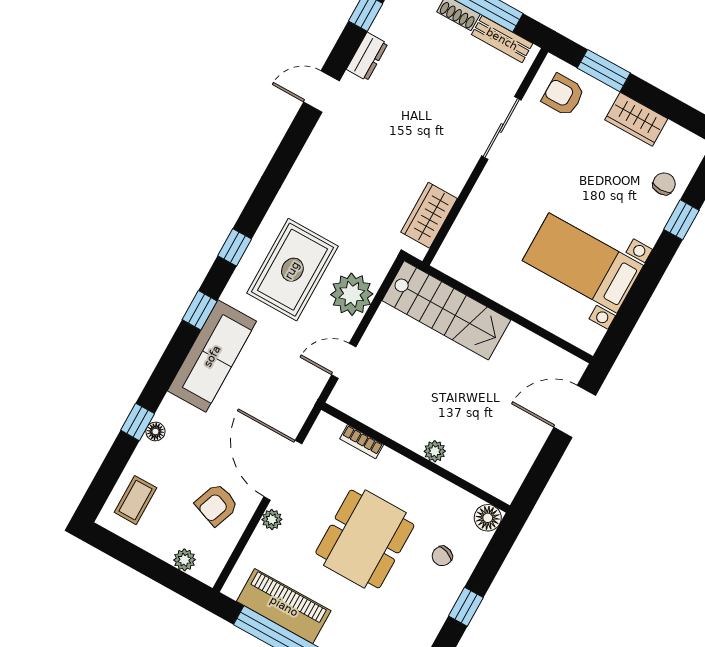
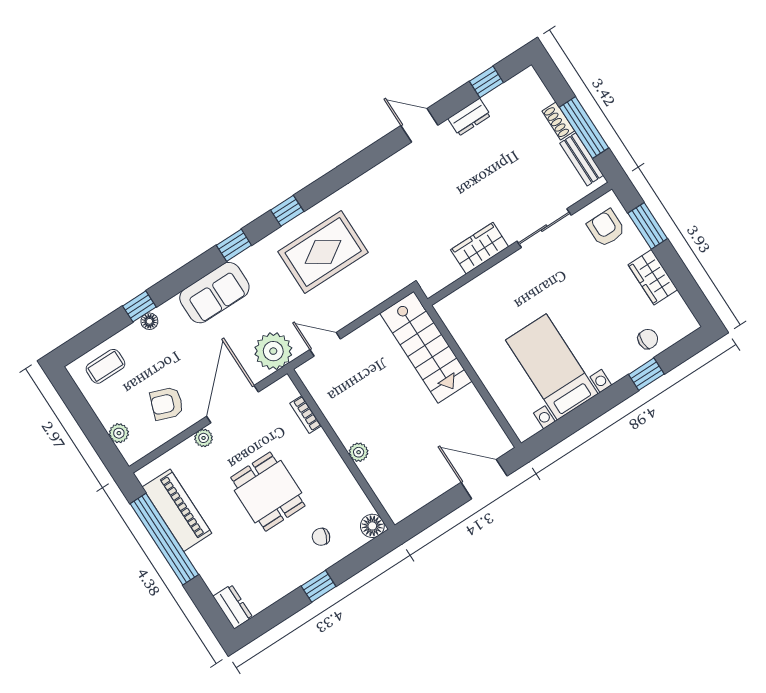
wardrobe: (429, 215) -> (480, 248), moved
plant: (352, 294) -> (273, 351), moved
sofa: (212, 356) -> (214, 293), width x0.73
dining table: (365, 539) -> (268, 492), width x0.73

